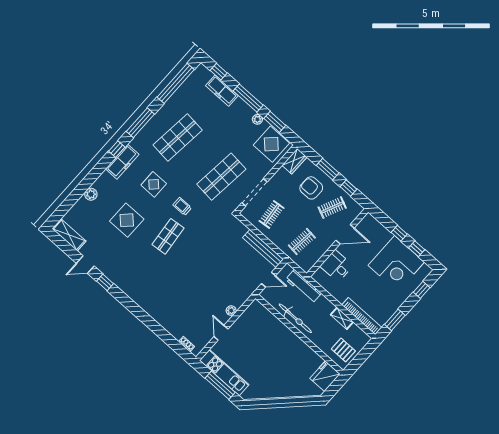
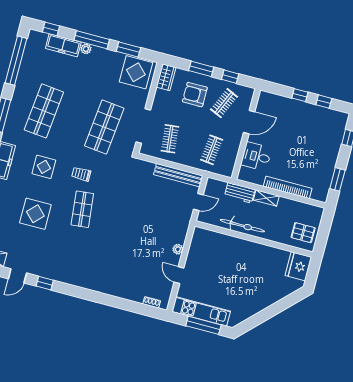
plant: (257, 119) -> (86, 49), moved
corner desk: (396, 264) -> (312, 125), removed
workbench: (303, 286) -> (240, 193), width x0.73
bookcase: (362, 316) -> (288, 187), moved
shelving: (342, 318) -> (266, 198), moved

